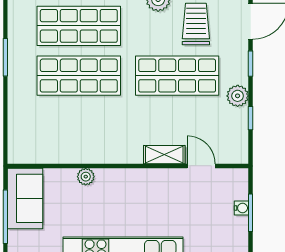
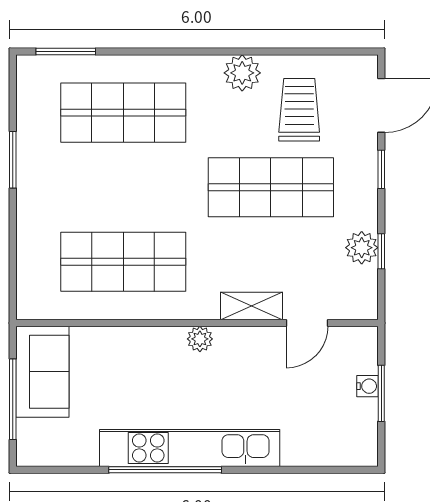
shop shelf: (79, 76) -> (123, 262), moved
plant: (238, 96) -> (362, 248), moved
door: (201, 166) -> (307, 323), swing flipped
plant: (86, 177) -> (200, 339), moved

